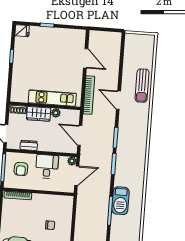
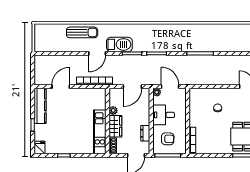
kitchen counter: (67, 35) -> (40, 106), added
kitchen unit: (52, 98) -> (100, 132), moved
barbecue: (121, 201) -> (119, 44), moved

